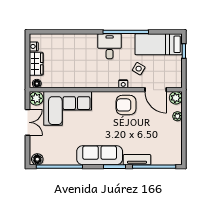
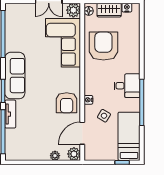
armchair: (71, 69) -> (103, 46), added
armchair: (126, 105) -> (67, 103), turned 180
floor lamp: (37, 159) -> (11, 11), removed

